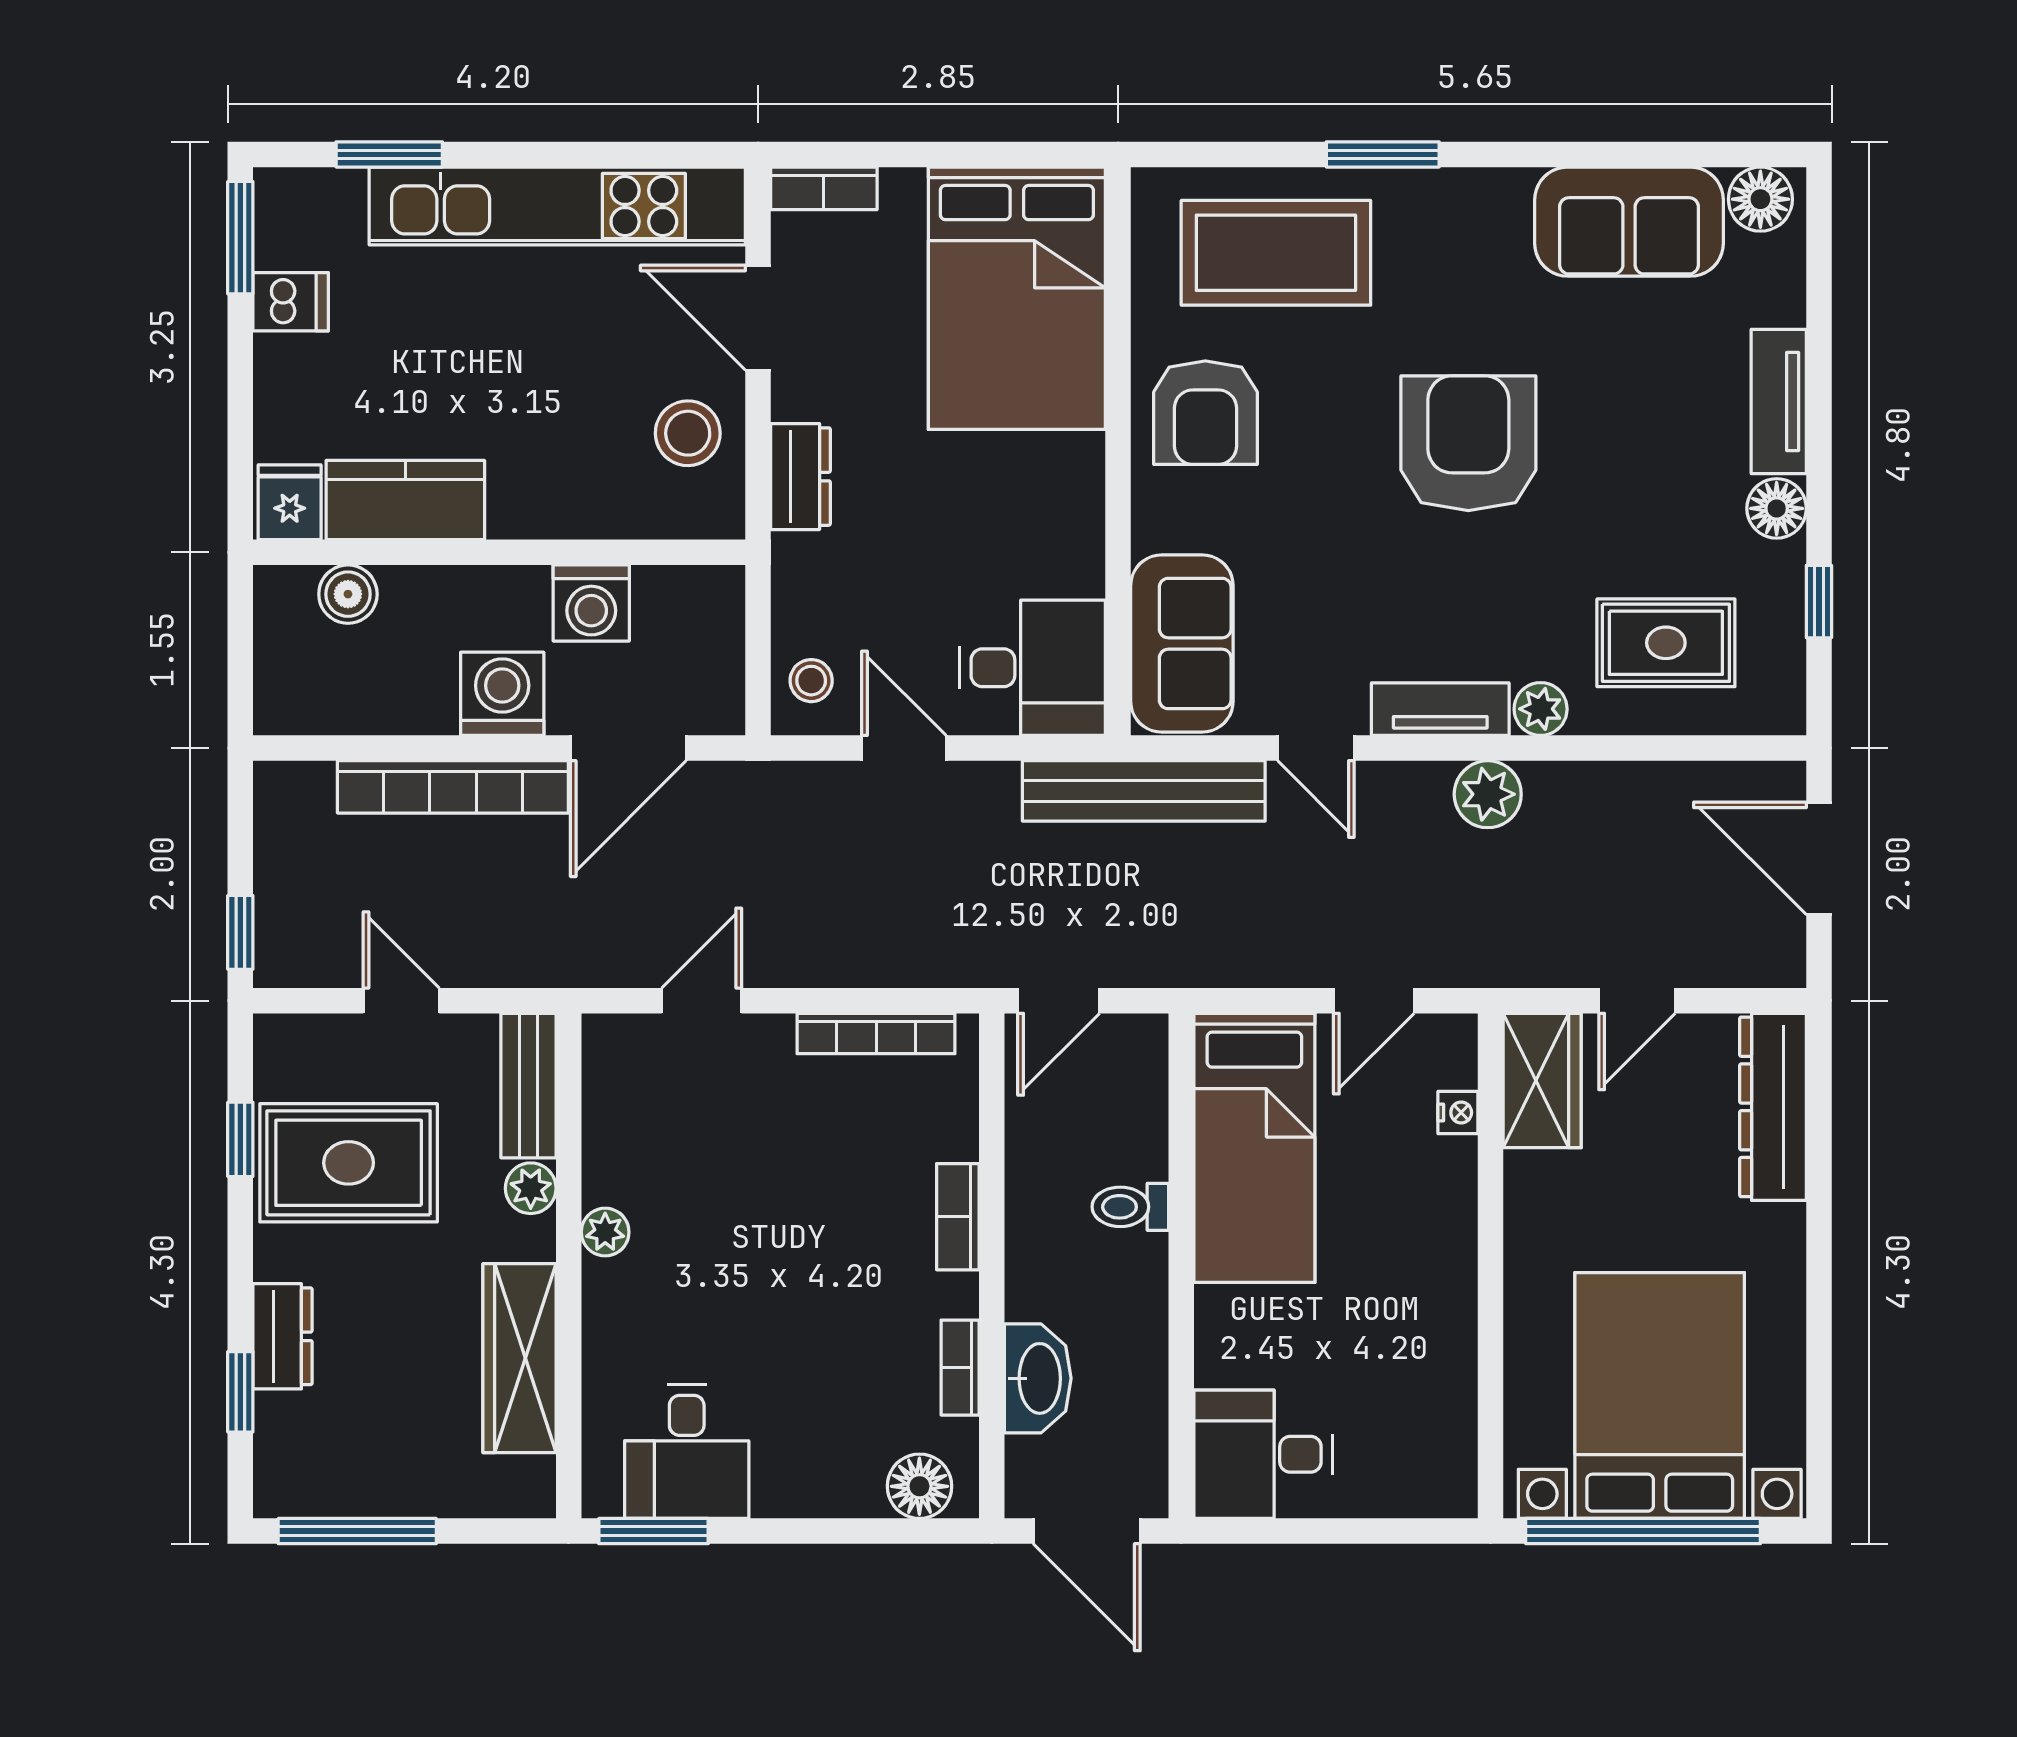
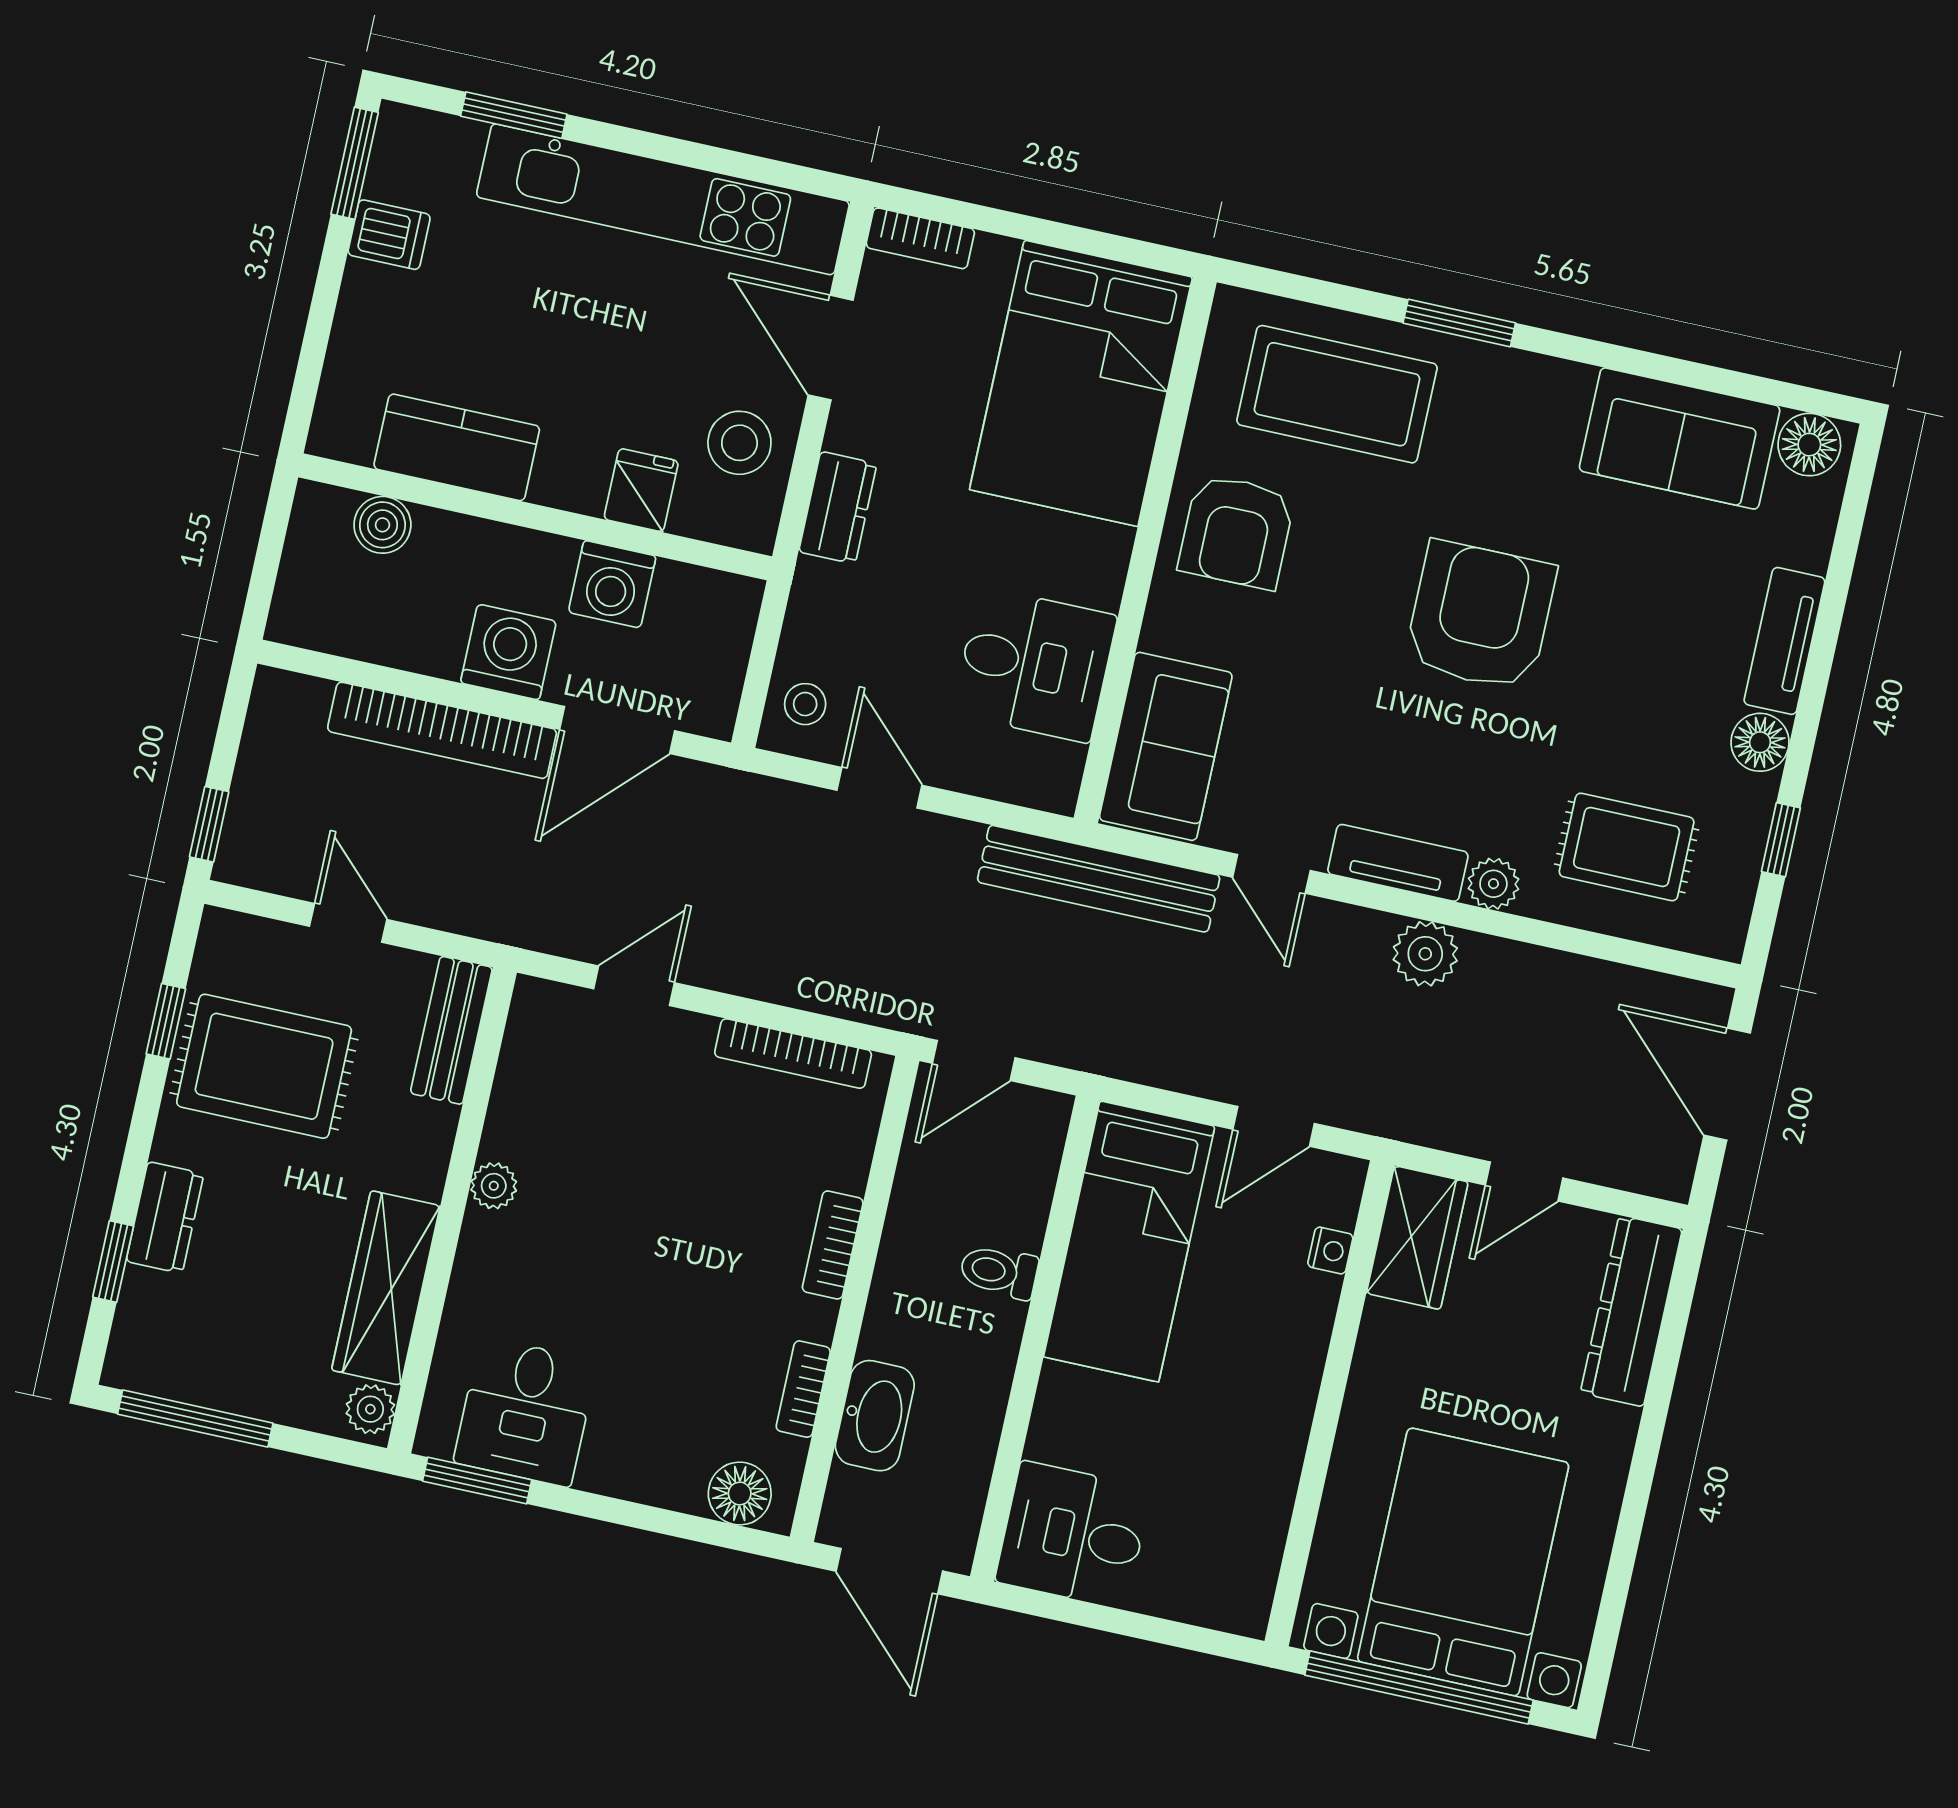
fridge: (290, 502) -> (641, 490), moved
desk: (1032, 668) -> (1035, 665), moved
plant: (531, 1188) -> (370, 1409), moved

